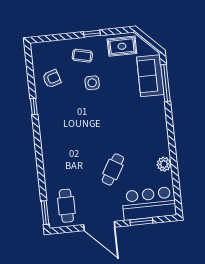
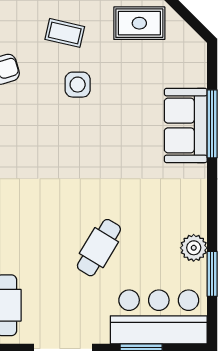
sofa: (150, 76) -> (186, 125), moved
window: (165, 83) -> (212, 124), moved
window: (175, 177) -> (212, 274), added

